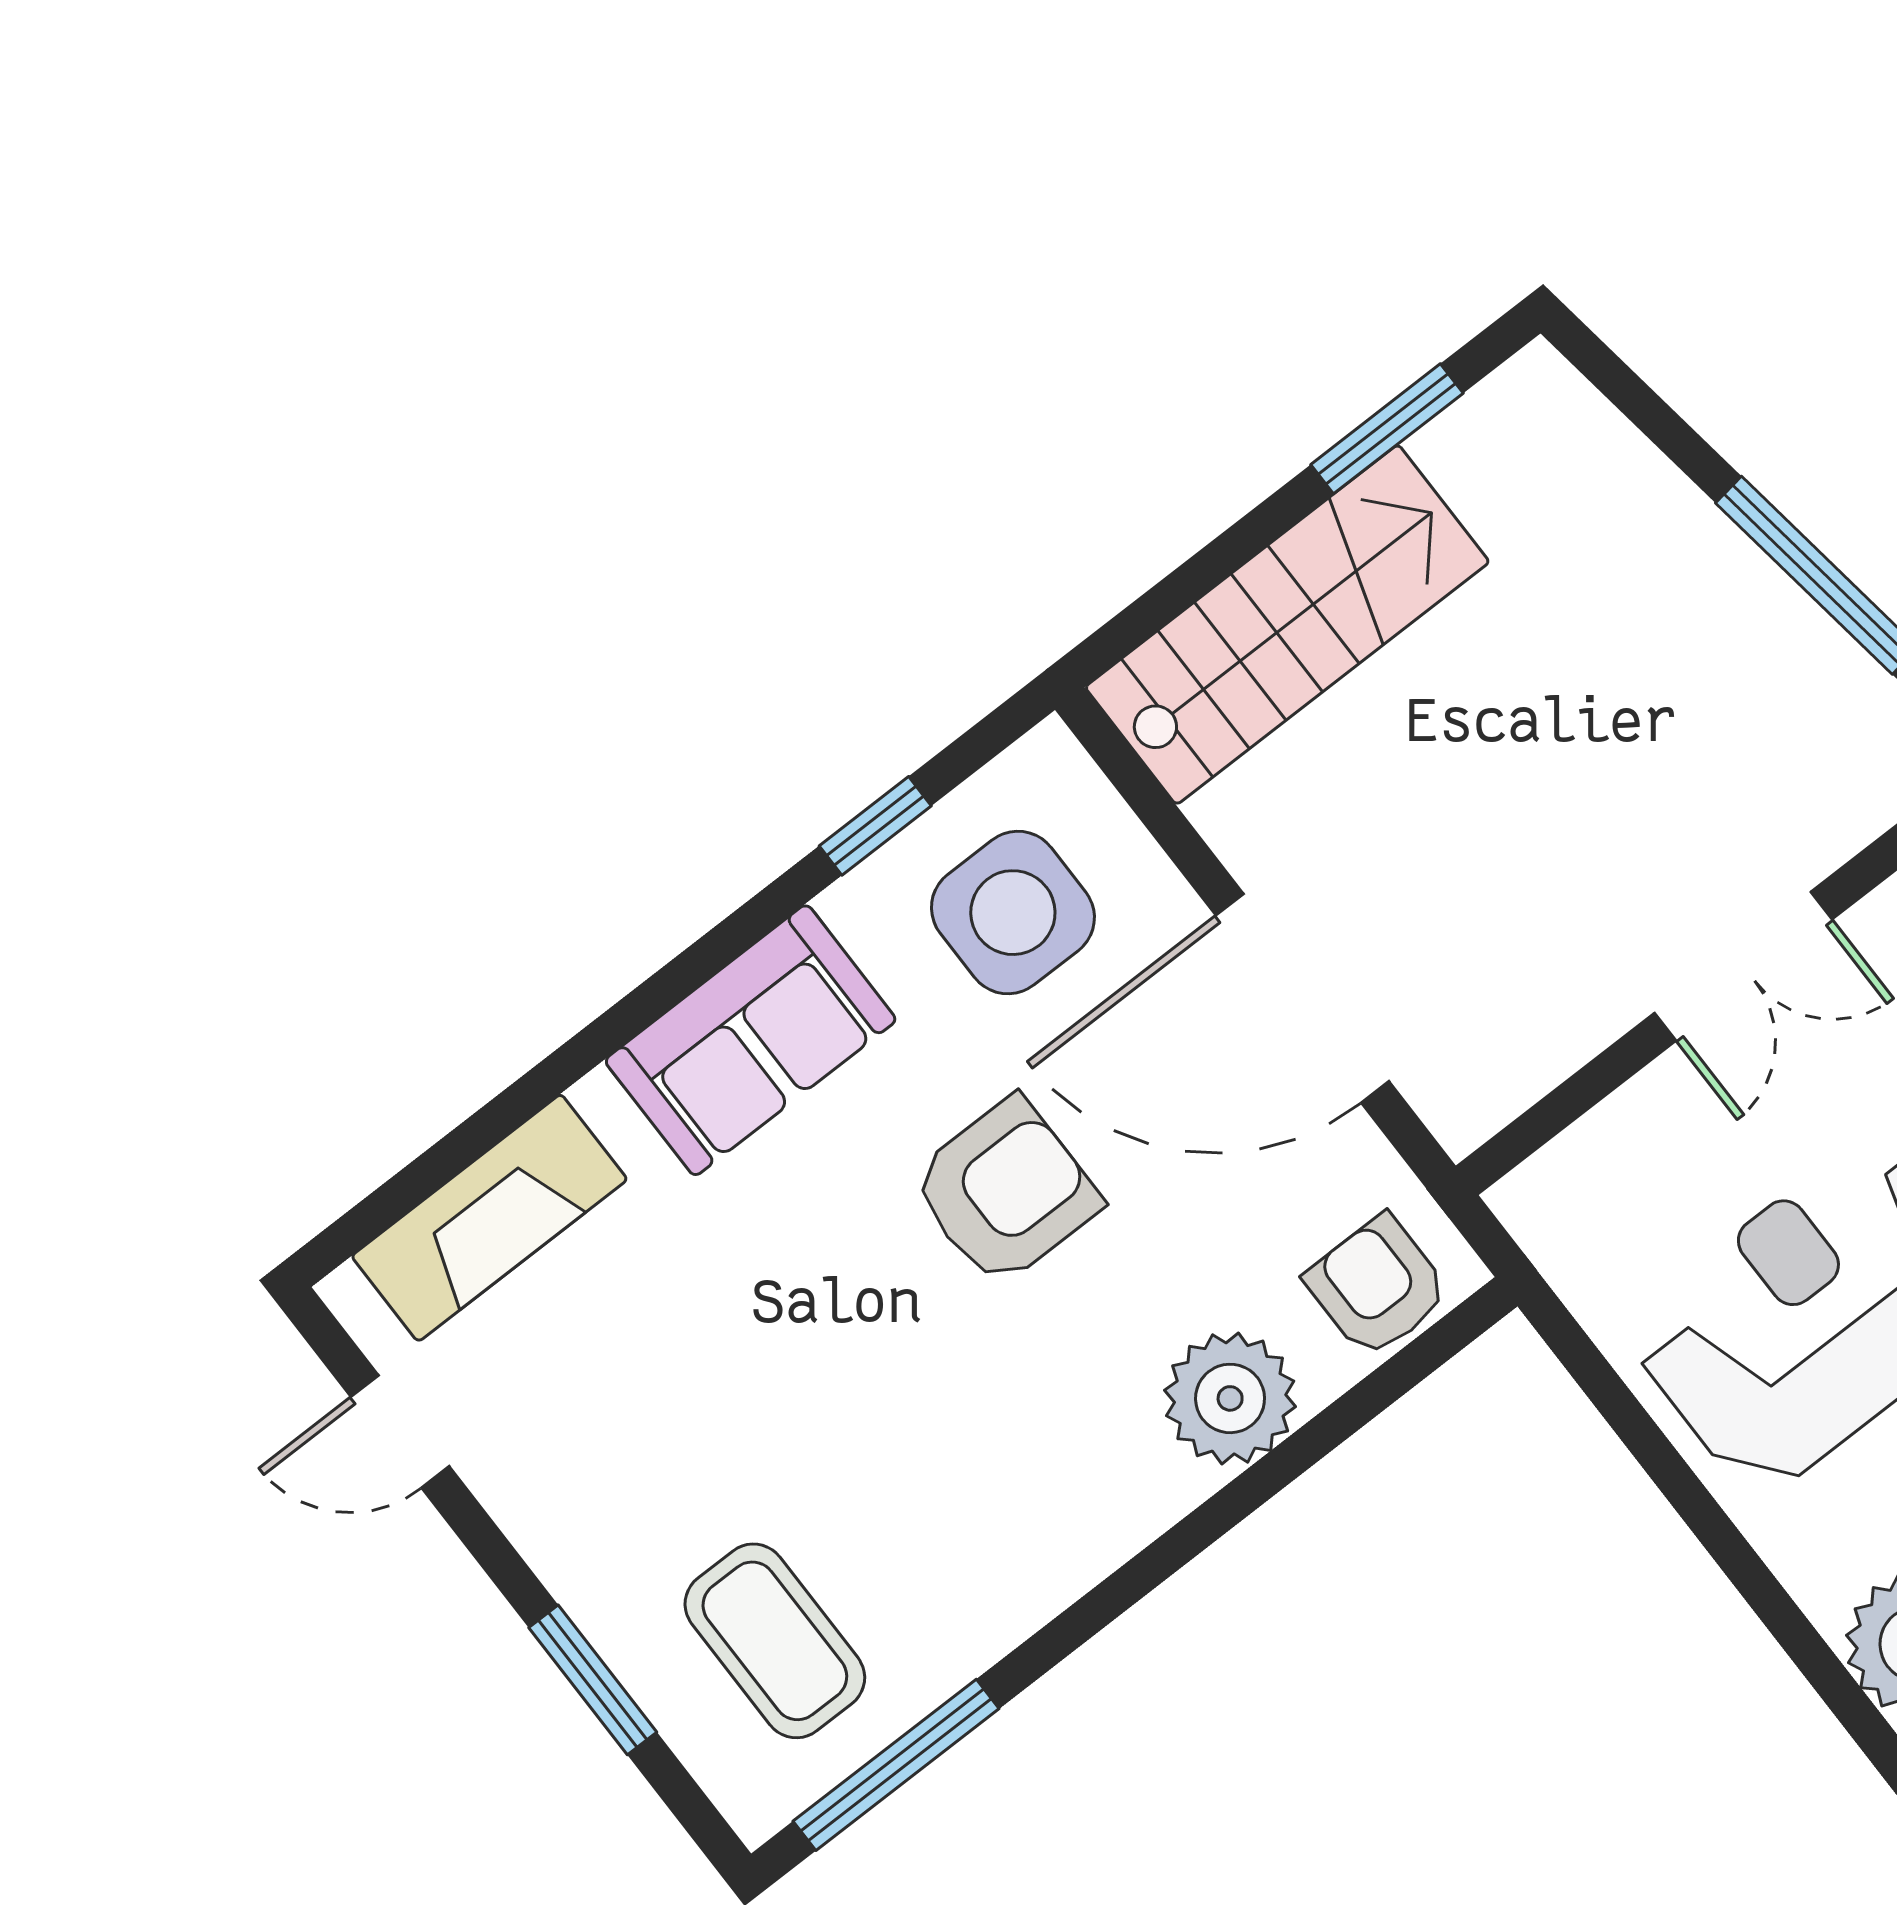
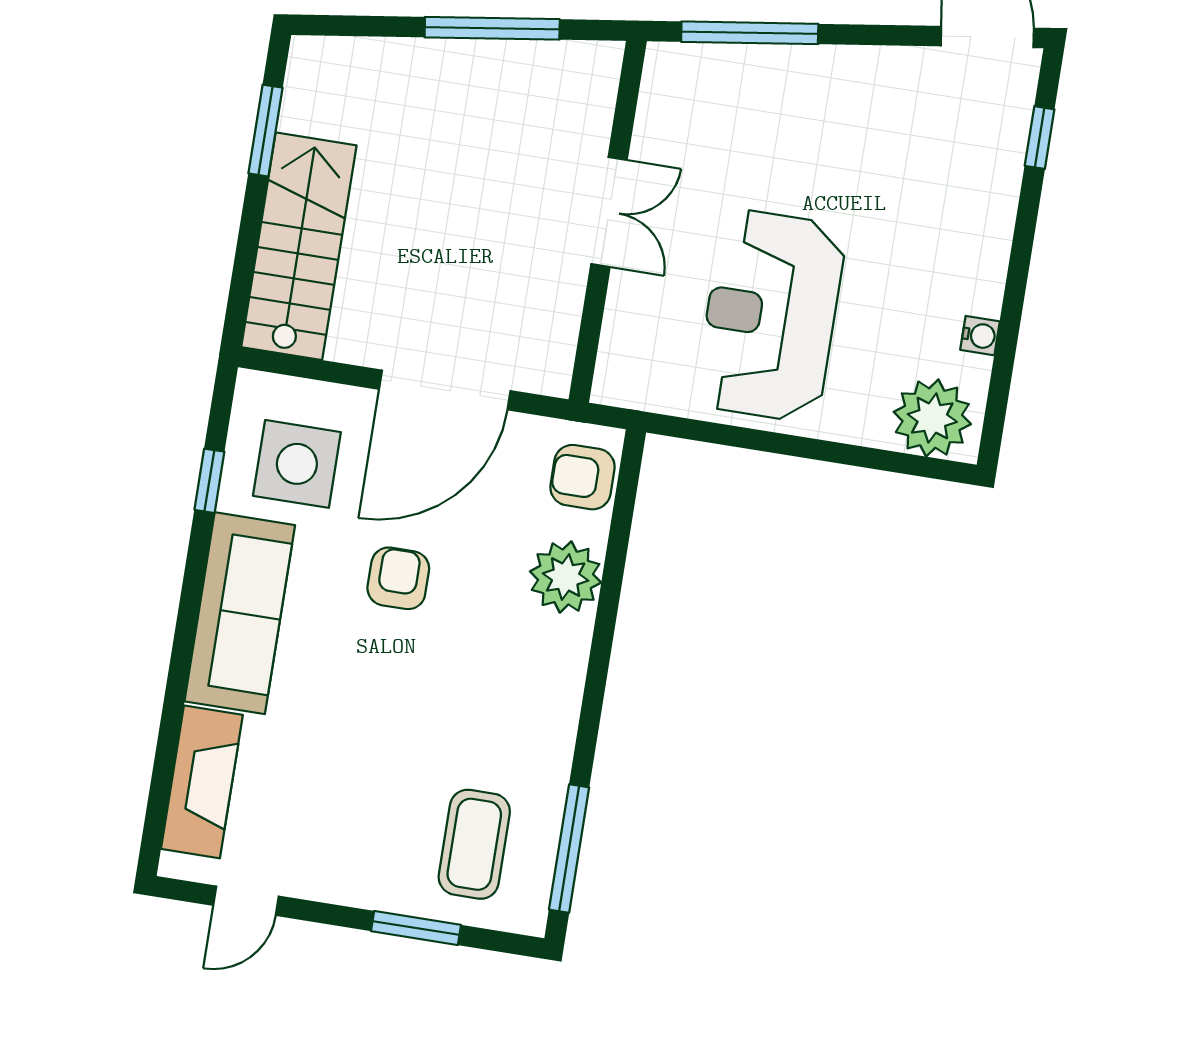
sofa: (751, 1040) -> (240, 613), width x1.36
armchair: (1005, 1192) -> (398, 578), width x0.72, depth x0.72
coffee table: (775, 1641) -> (474, 844), turned 90

